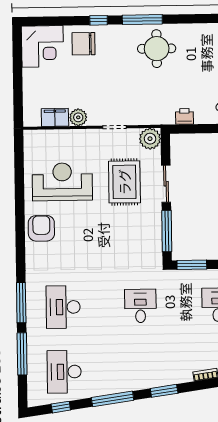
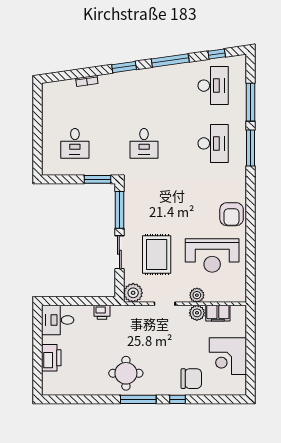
corner desk: (42, 46) -> (228, 356), moved, turned -90
plant: (79, 137) -> (197, 295), added

